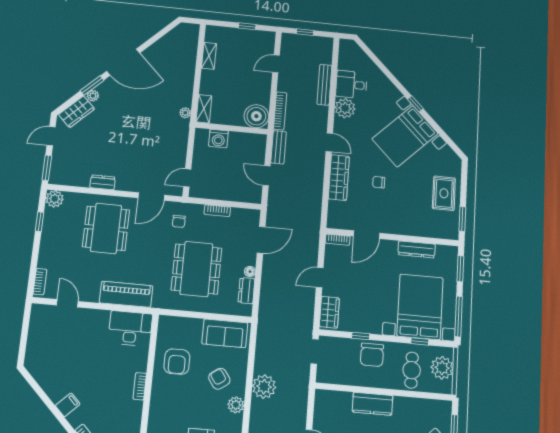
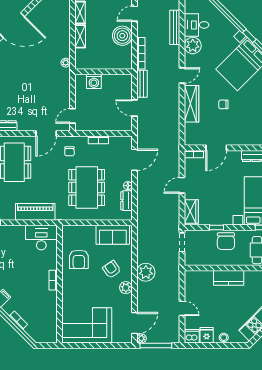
shelving: (204, 109) -> (80, 36), moved
boiler: (256, 116) -> (122, 36), moved
door: (329, 142) -> (182, 75), hinge flipped

